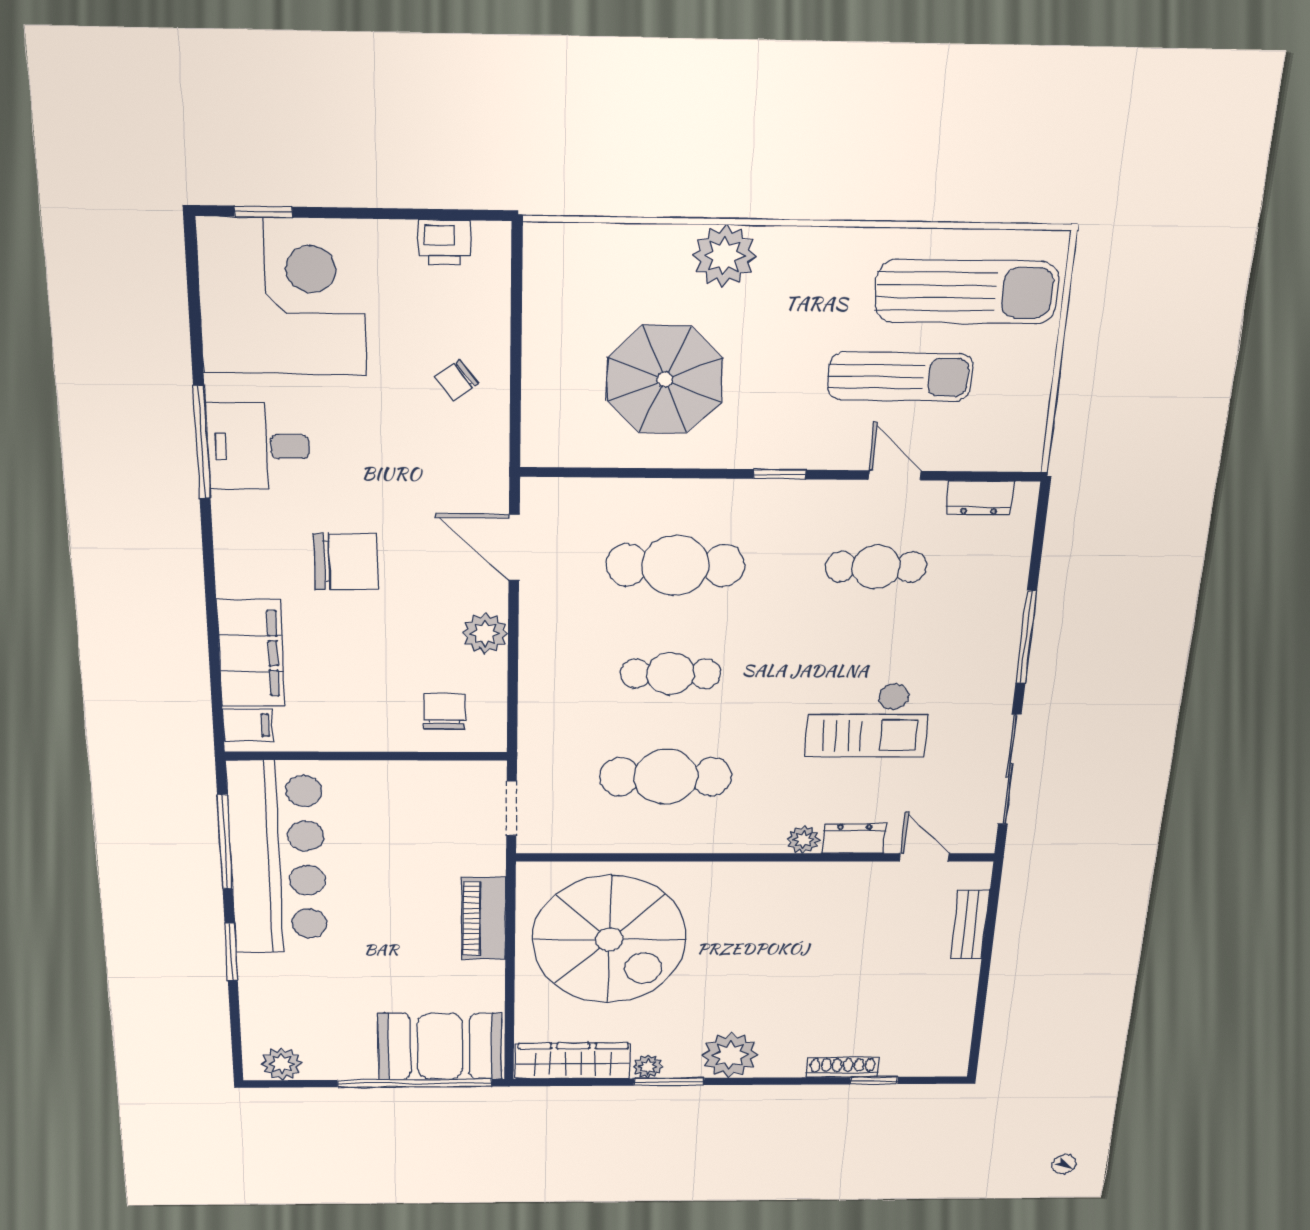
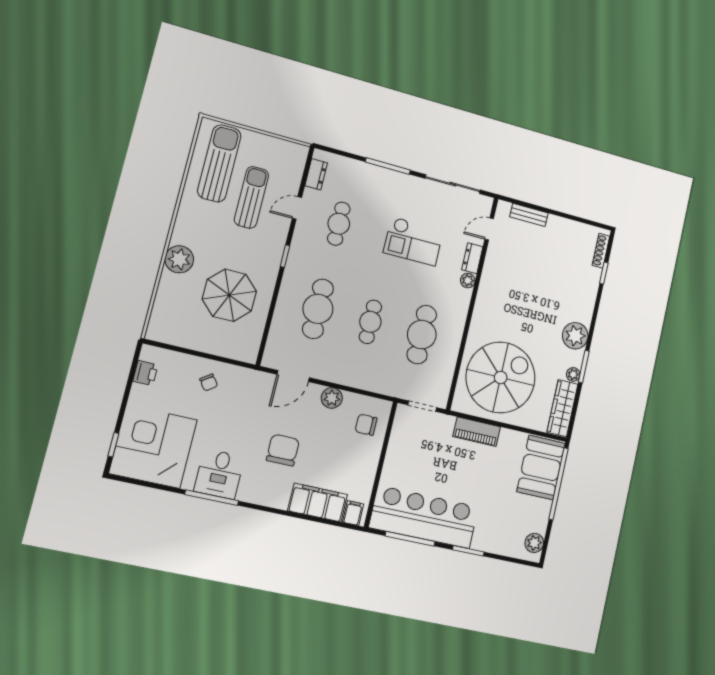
checkout: (867, 720) -> (413, 241), turned 90
shoe rack: (842, 1067) -> (601, 251), moved

